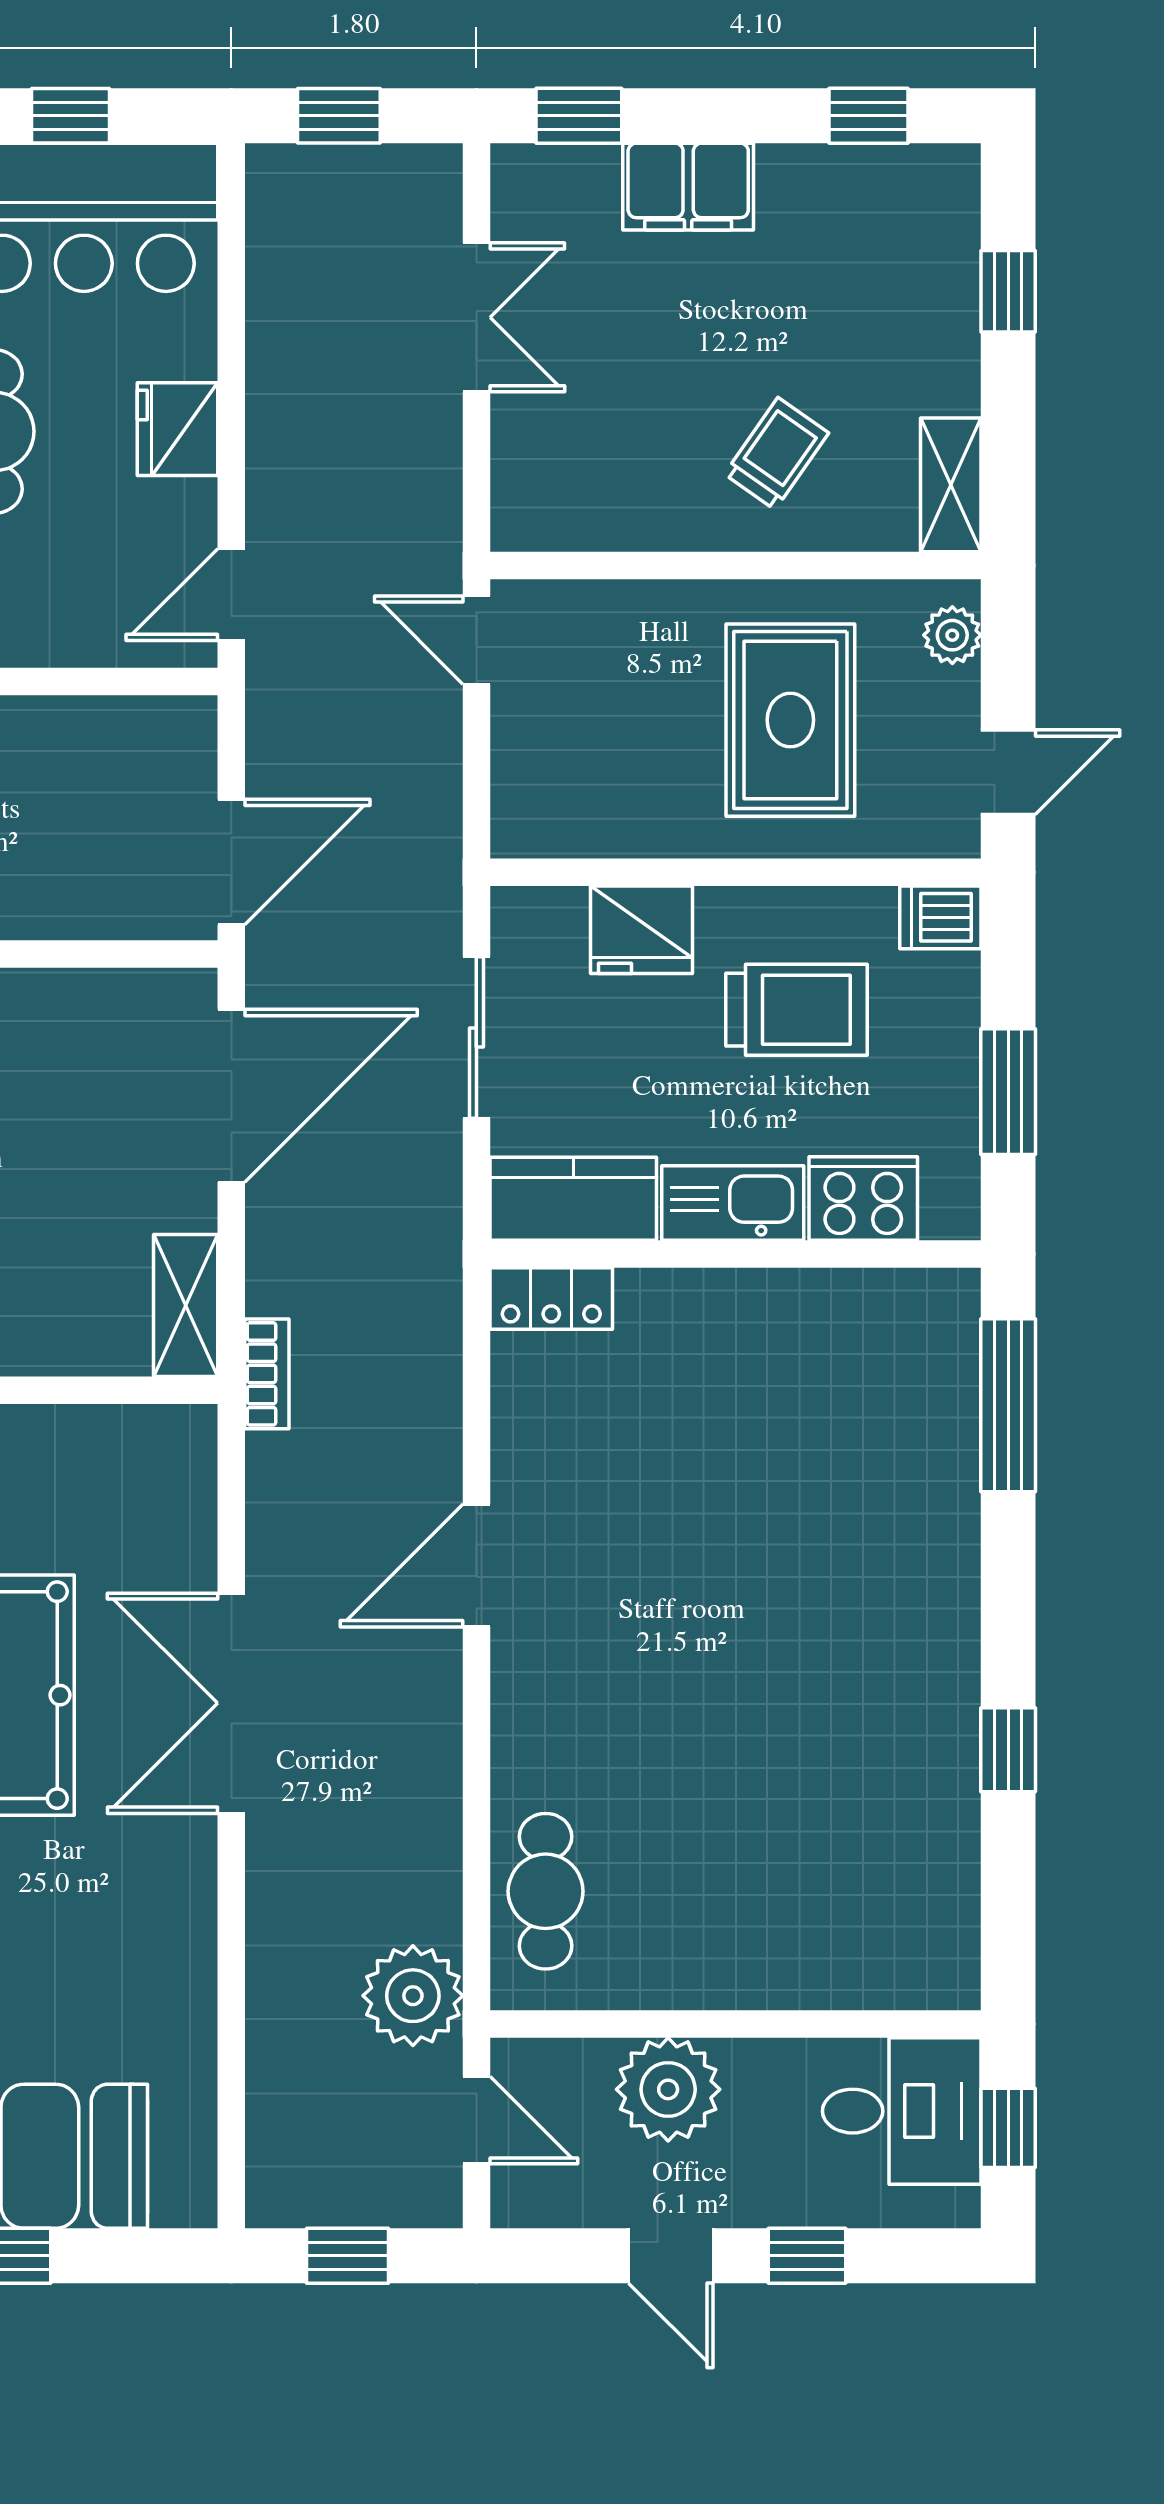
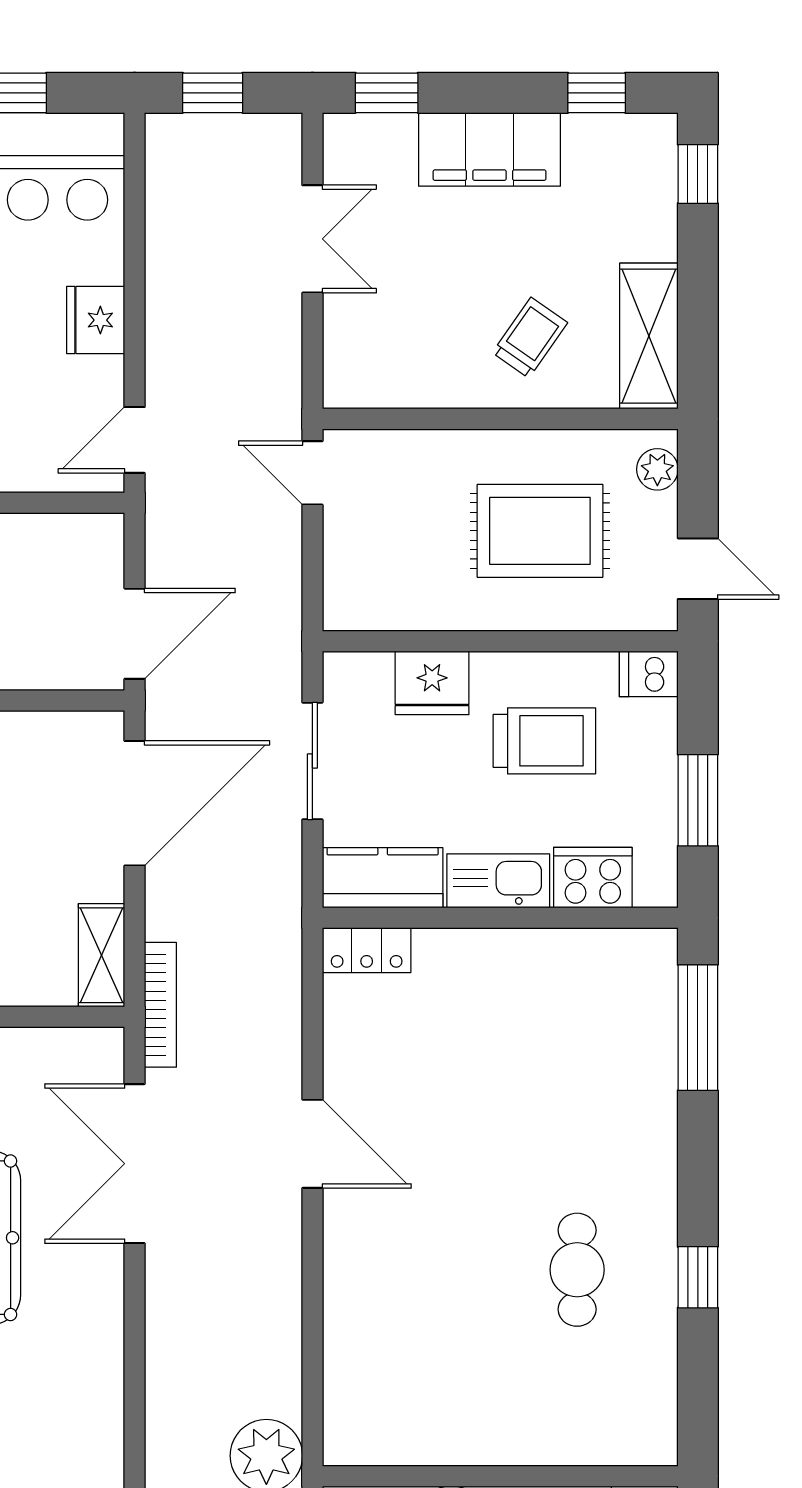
filing cabinet: (688, 187) -> (490, 149), width x1.50, depth x1.17
window: (1008, 291) -> (698, 174), moved
shelving: (951, 485) -> (649, 336), width x1.50, depth x1.33
rug: (790, 720) -> (540, 531), turned 90
door: (1008, 772) -> (698, 569), hinge flipped
bookcase: (267, 1374) -> (160, 1005), width x1.56
door: (476, 1566) -> (312, 1144), swing flipped
double door: (231, 1703) -> (135, 1164), moved
cafe table: (546, 1891) -> (577, 1270), moved

